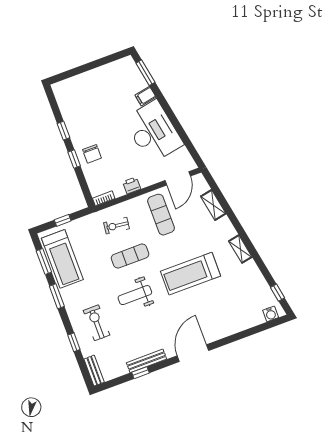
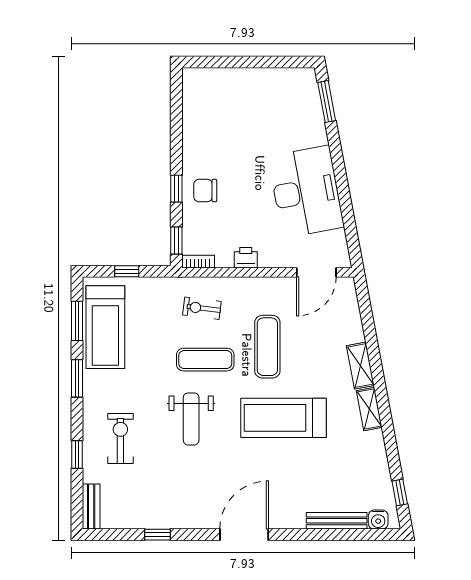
filing cabinet: (145, 96) -> (314, 136), removed
window: (64, 131) -> (176, 241), moved
chair: (92, 154) -> (205, 191), turned 90
shelving: (213, 205) -> (360, 366), moved
exercise mat: (161, 215) -> (267, 347), moved
weight bench: (135, 295) -> (191, 419), turned -90
bench: (147, 361) -> (337, 521), moved

